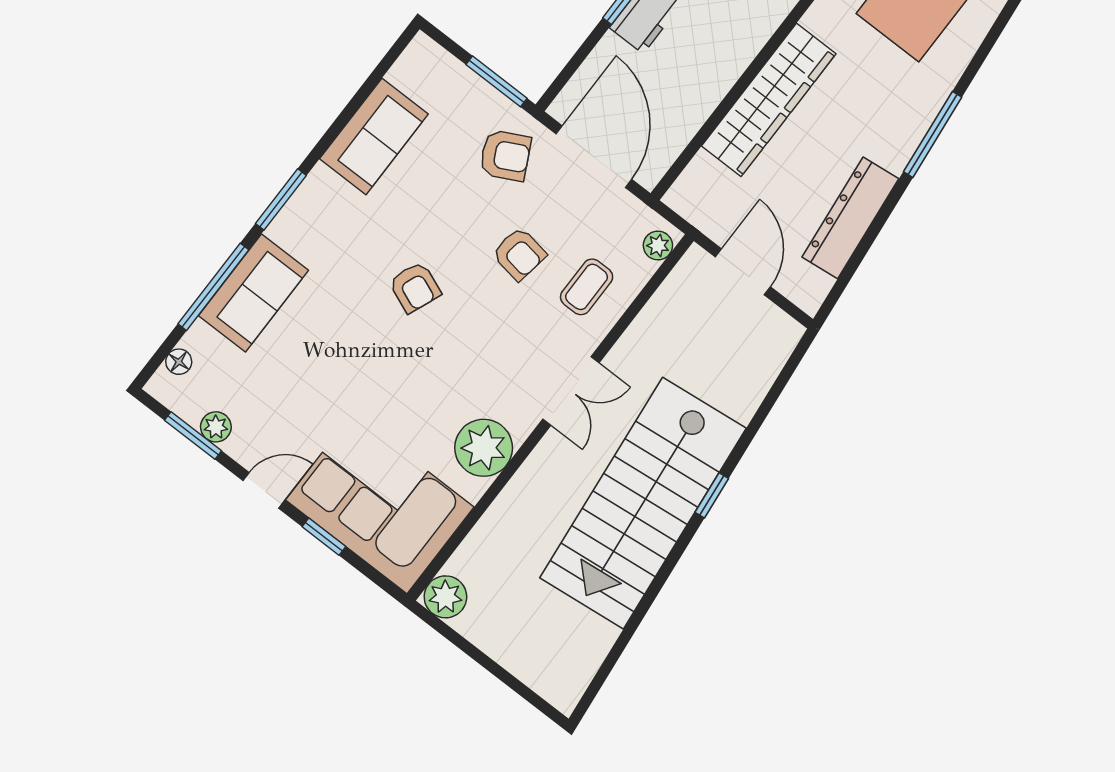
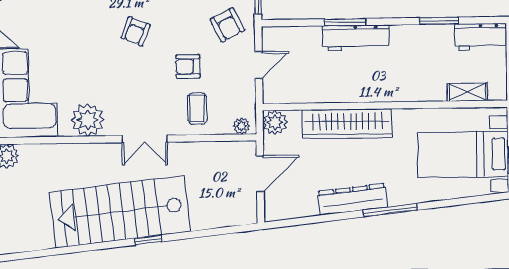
door: (594, 157) -> (259, 65), width x0.53
plant: (689, 196) -> (275, 122), added
dresser: (850, 218) -> (353, 199), moved
armchair: (519, 254) -> (188, 66), turned 81
coffee table: (587, 287) -> (197, 109), turned 90

